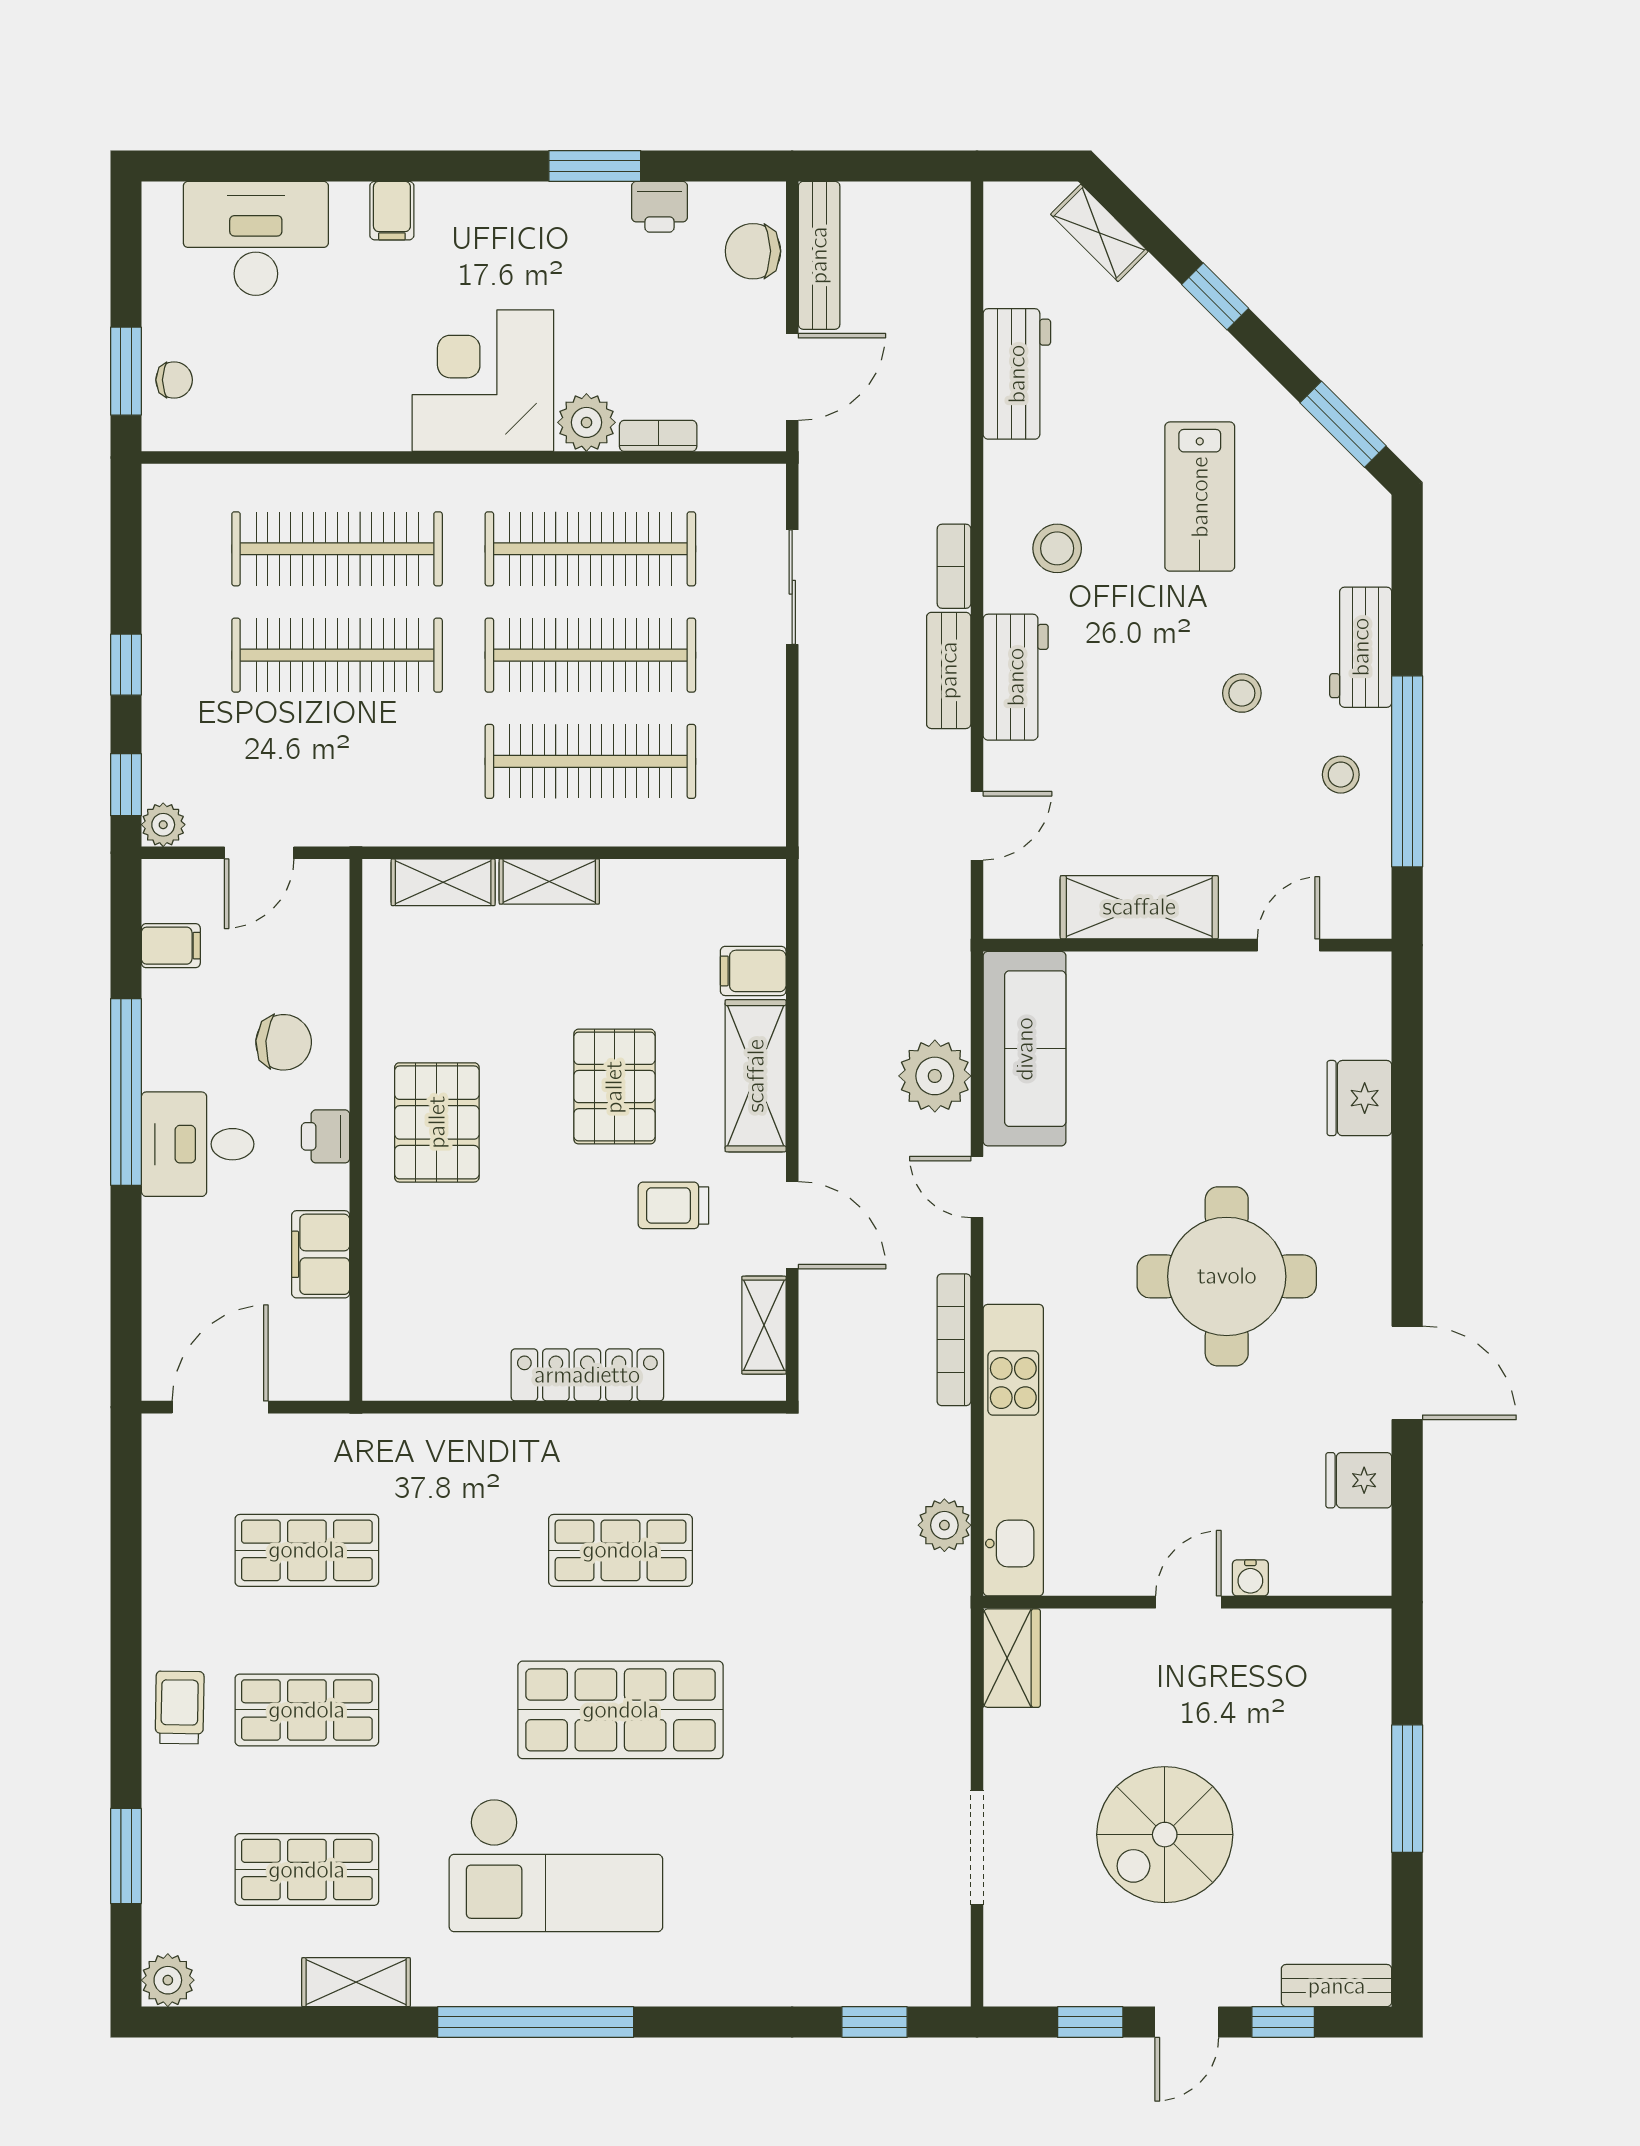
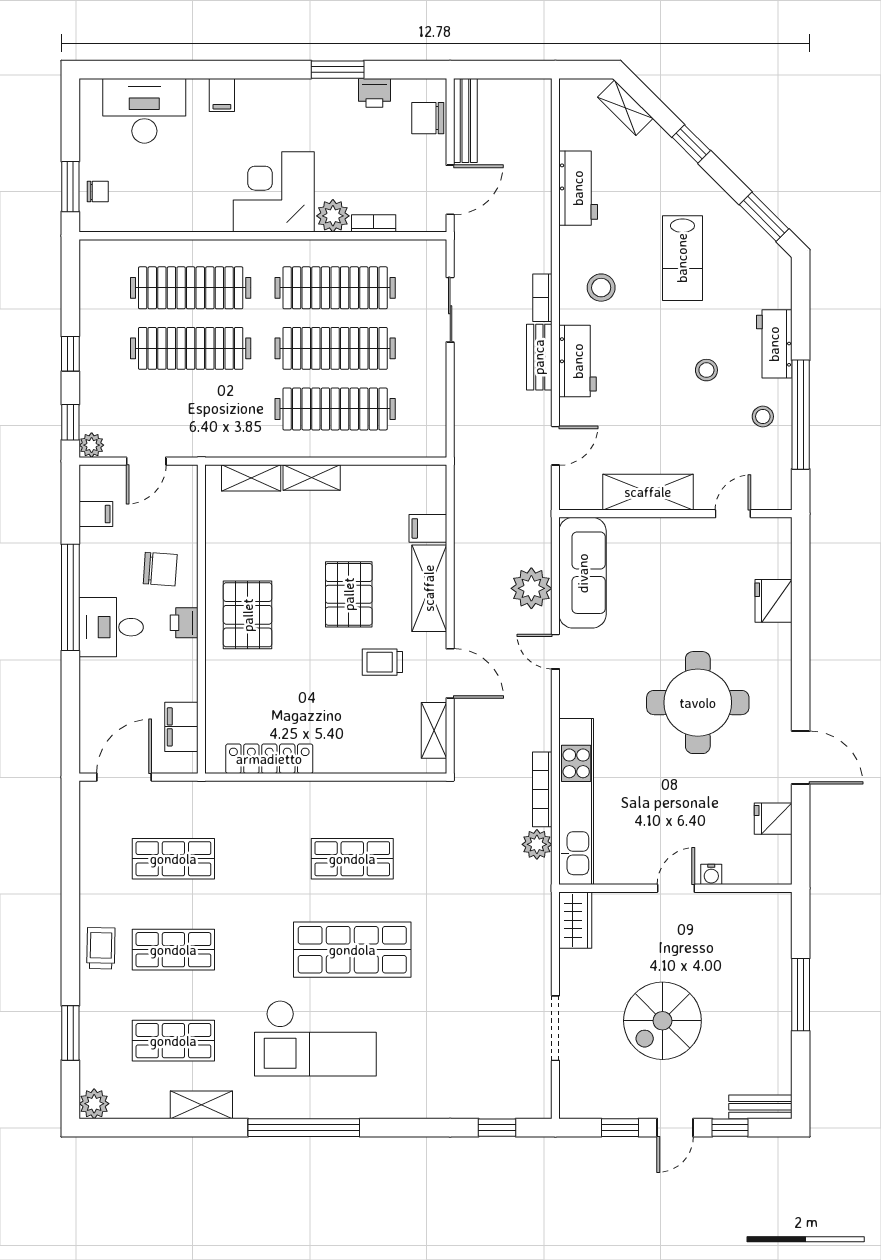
filing cabinet: (321, 1254) -> (181, 727), moved
bookcase: (954, 1340) -> (542, 789), moved
locker: (587, 1375) -> (269, 759), moved

